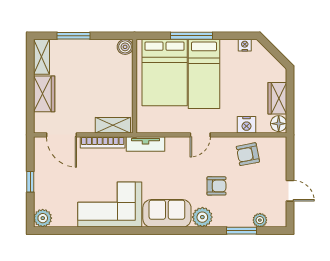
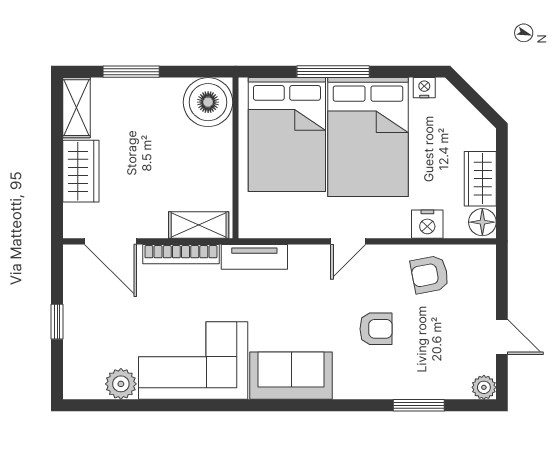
boiler: (125, 47) -> (208, 102), width x1.86, depth x1.86
bed: (204, 74) -> (368, 137), width x1.50
plant: (202, 217) -> (352, 382), removed
plant: (43, 218) -> (121, 384), moved
plant: (260, 220) -> (484, 387), moved

